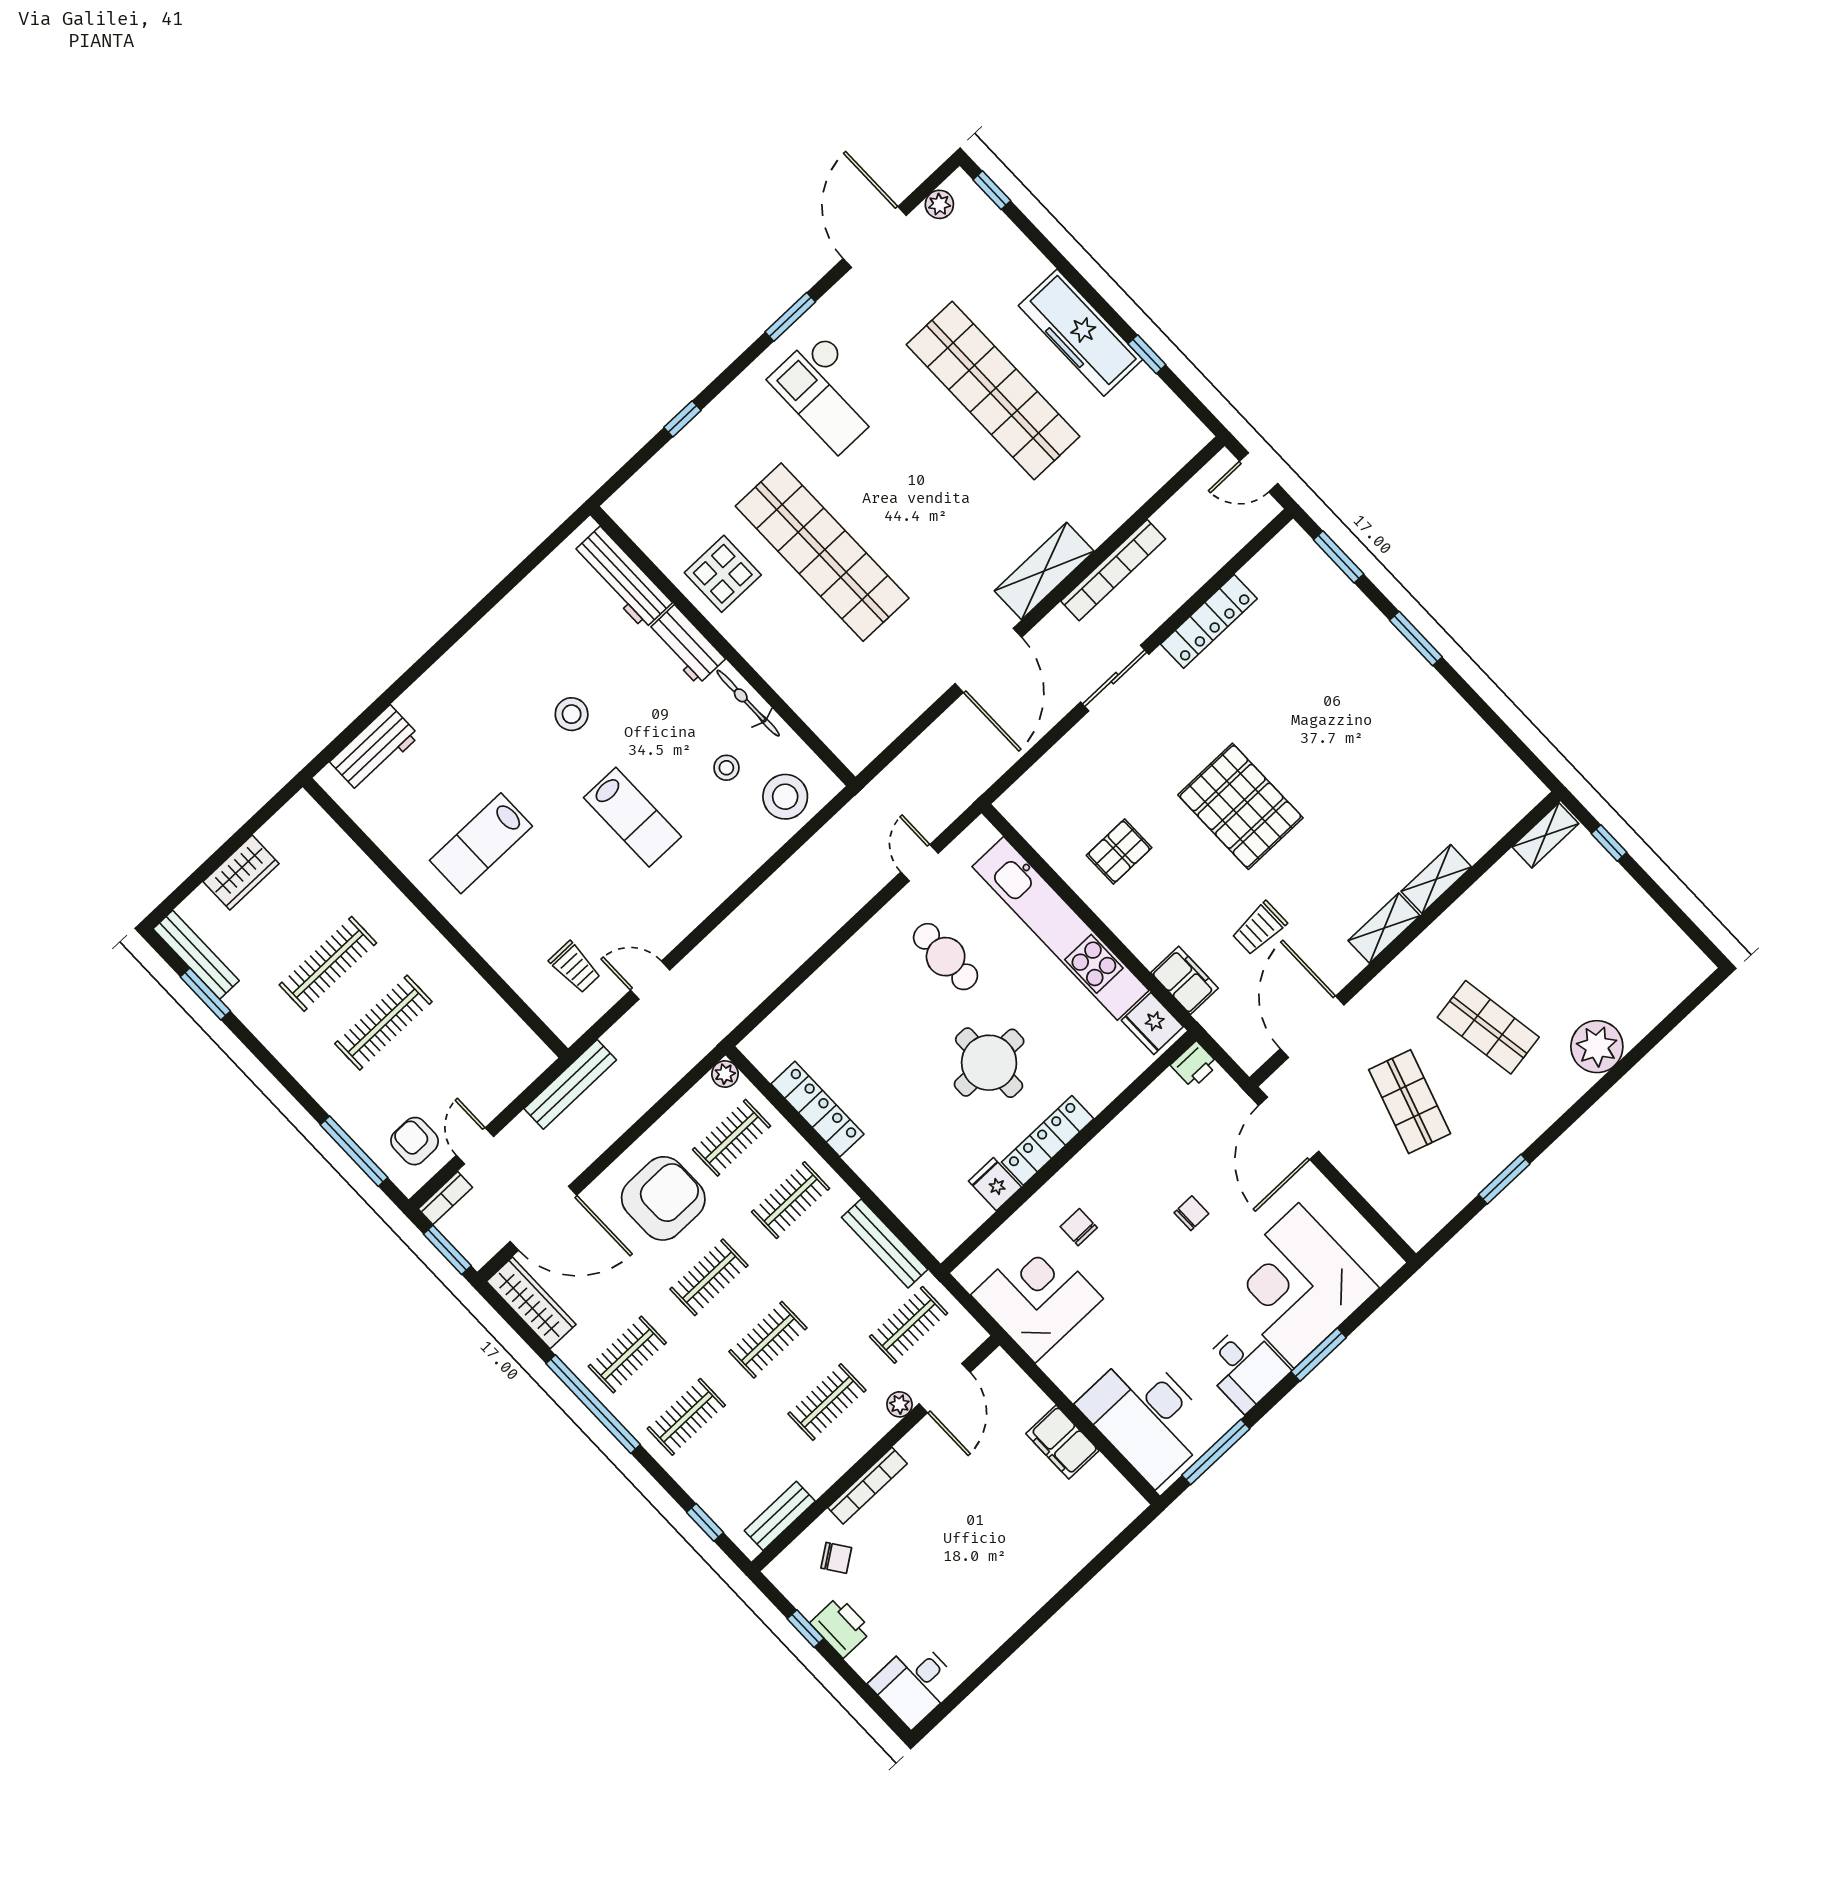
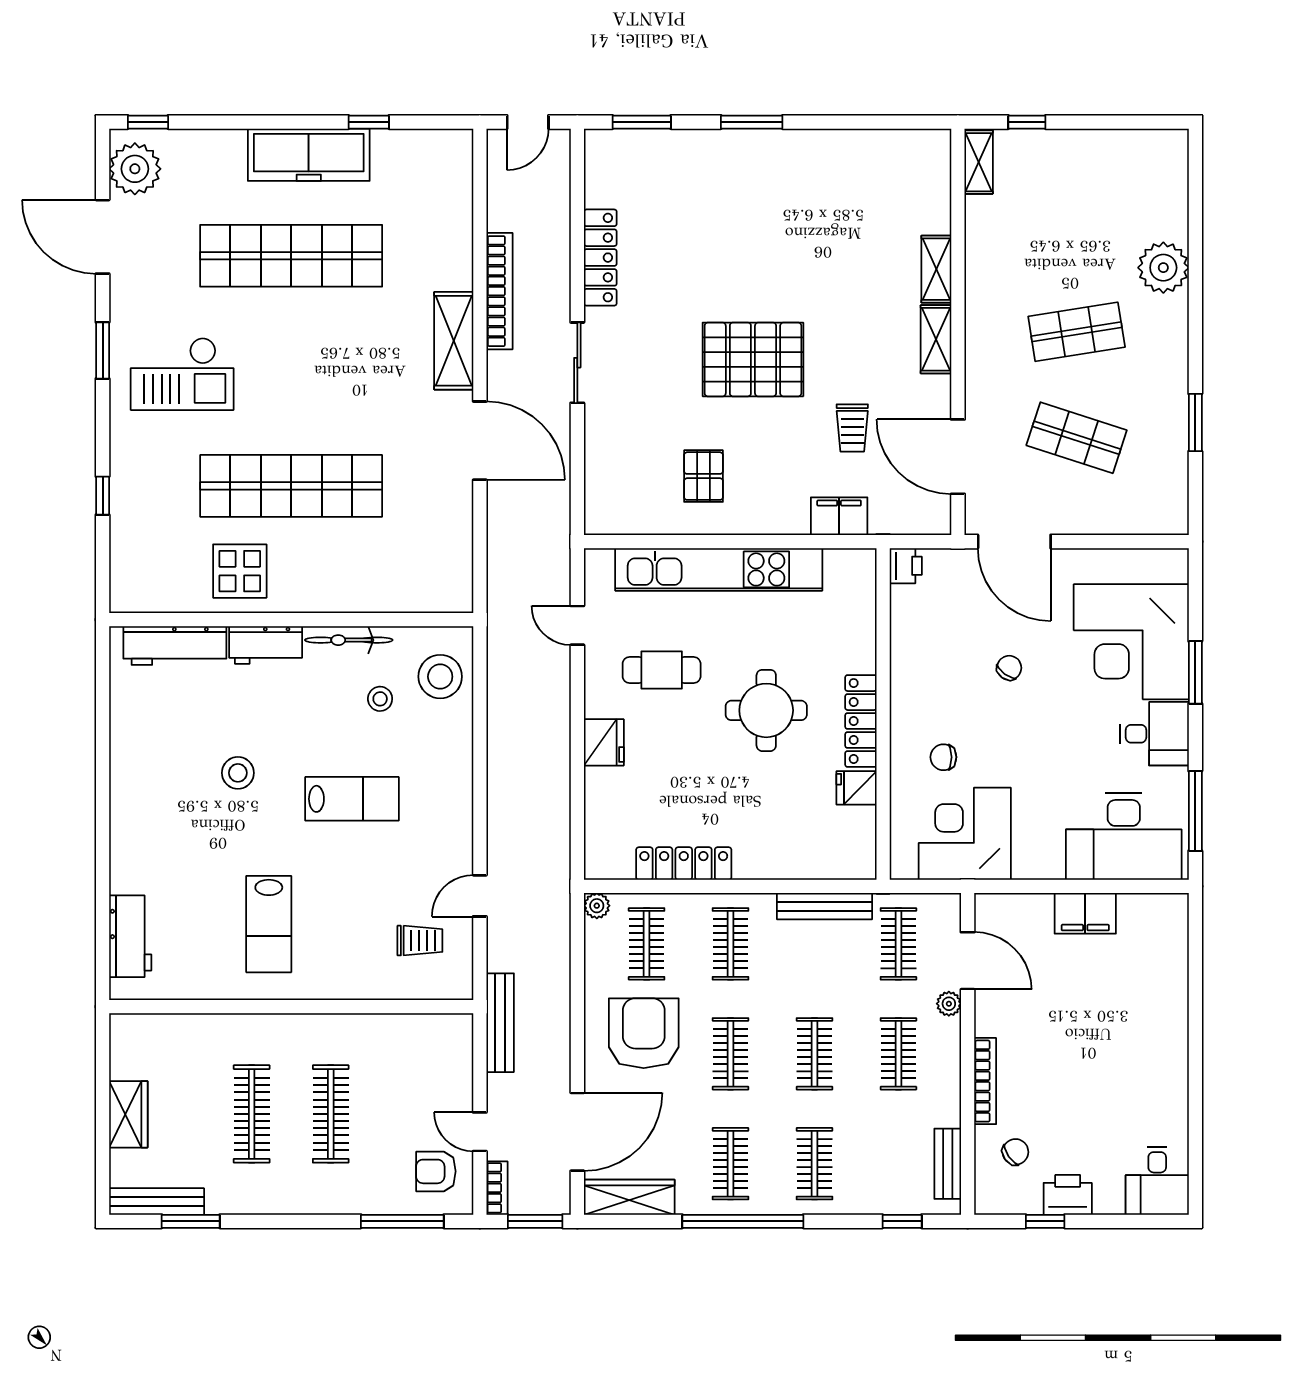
plant: (939, 204) -> (135, 169), width x1.87, depth x1.87
fridge: (1152, 1023) -> (604, 742), moved, turned -90
chair: (1191, 1213) -> (1009, 668), turned 36

